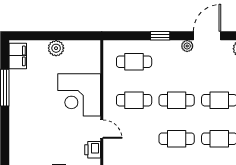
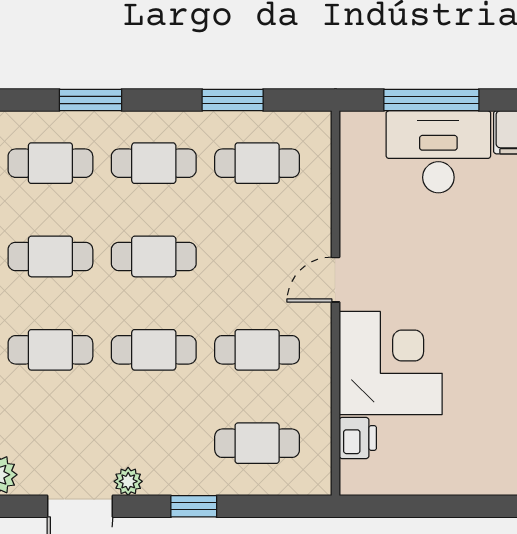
plant: (56, 48) -> (446, 476), removed
door: (102, 129) -> (335, 280), hinge flipped
printer: (93, 150) -> (358, 438), moved

